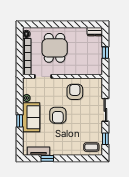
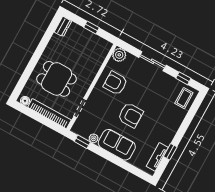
plant: (97, 83) -> (119, 55), added
window: (20, 121) -> (82, 142), moved

